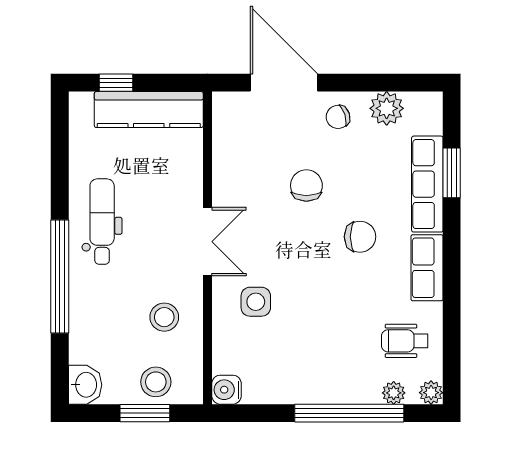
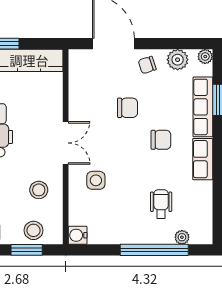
chair: (306, 185) -> (127, 108), turned 90
wheelchair: (405, 341) -> (161, 204), moved, turned 90
plant: (431, 393) -> (205, 57), moved

